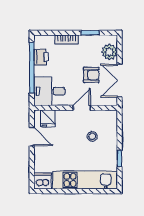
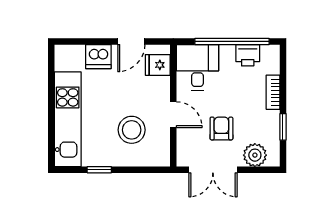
armchair: (91, 75) -> (221, 128), turned 180
double door: (119, 81) -> (213, 170), swing flipped
stool: (92, 136) -> (132, 130), width x1.89, depth x1.89
dishwasher: (43, 181) -> (98, 57), moved, turned 90

